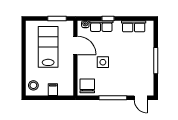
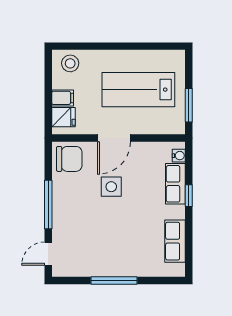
door: (75, 45) -> (114, 138), moved
lab bench: (48, 47) -> (138, 90), turned 180
fridge: (64, 89) -> (63, 117), added

